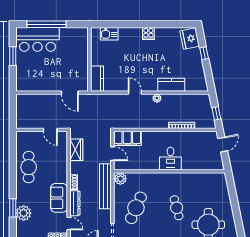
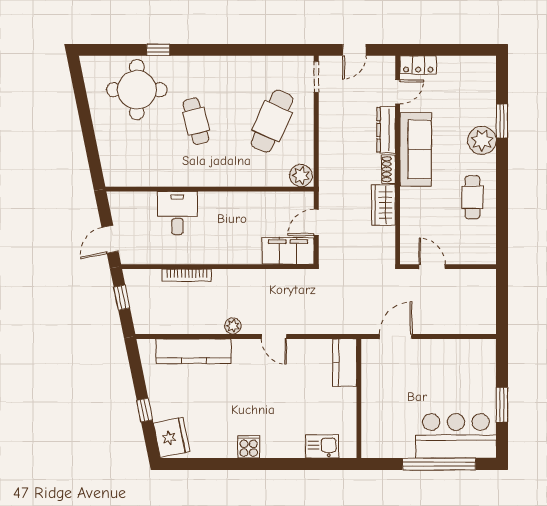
kitchen counter: (171, 85) -> (194, 351), width x1.50
door: (70, 93) -> (396, 336), hinge flipped
wardrobe: (76, 150) -> (384, 205), moved
door: (112, 154) -> (316, 222), hinge flipped
desk: (170, 159) -> (177, 213), moved
cafe table: (29, 167) -> (472, 197), width x0.73, depth x0.74
bench: (105, 186) -> (329, 161), removed
sofa: (59, 198) -> (416, 149), width x1.36
plant: (24, 213) -> (482, 140), moved
door: (69, 223) -> (398, 92), swing flipped

